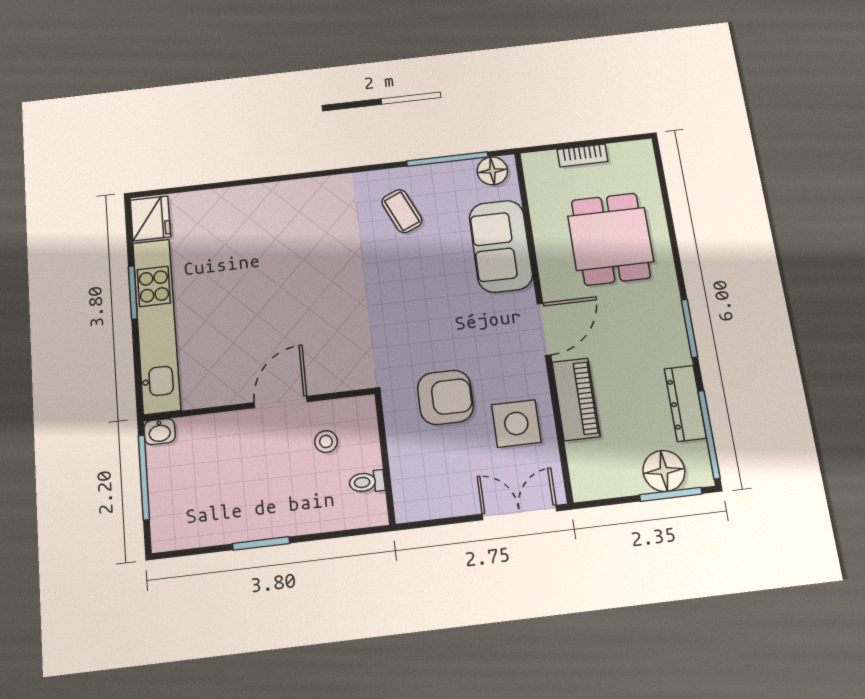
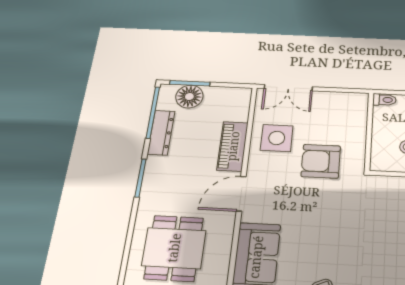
toilet: (367, 482) -> (384, 100), moved

